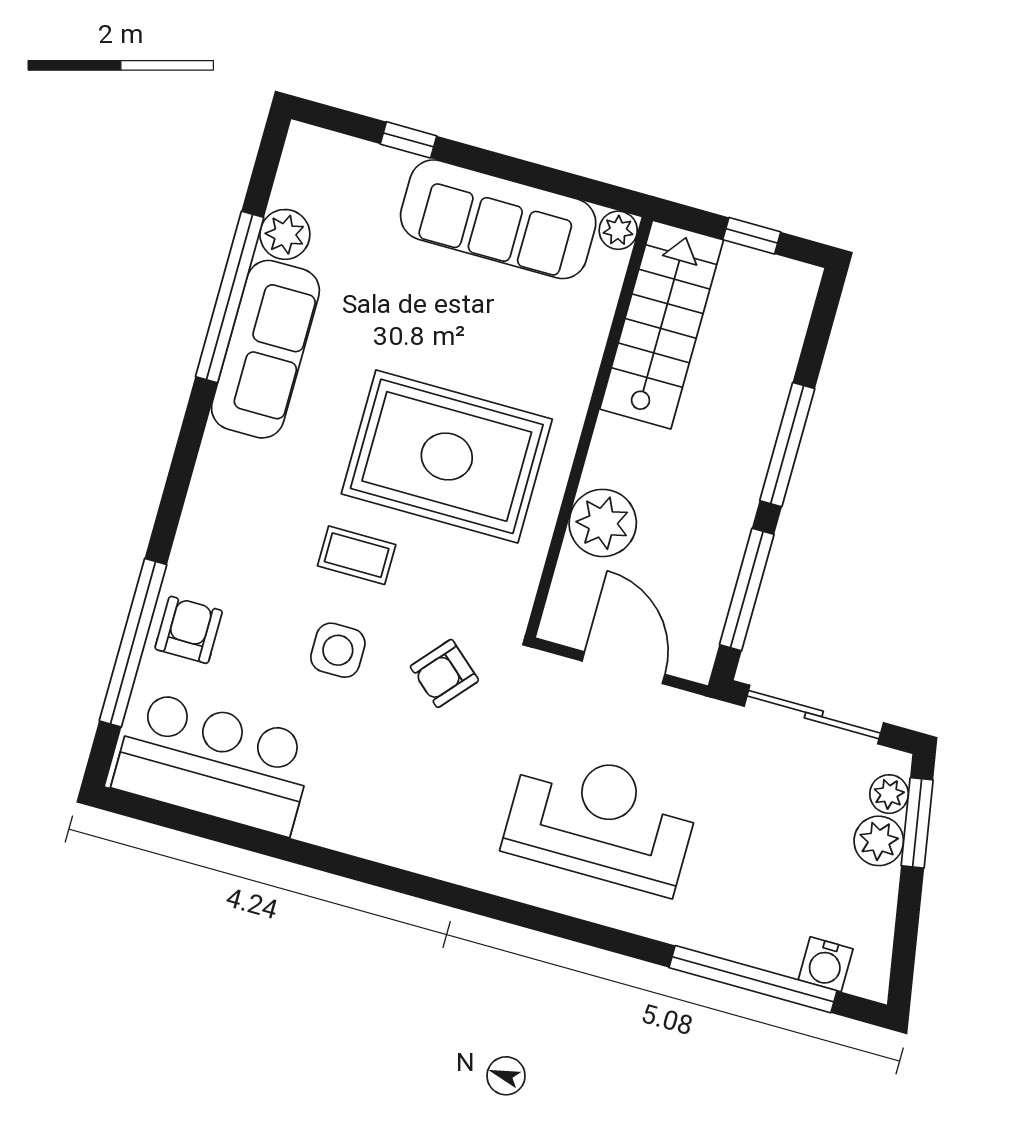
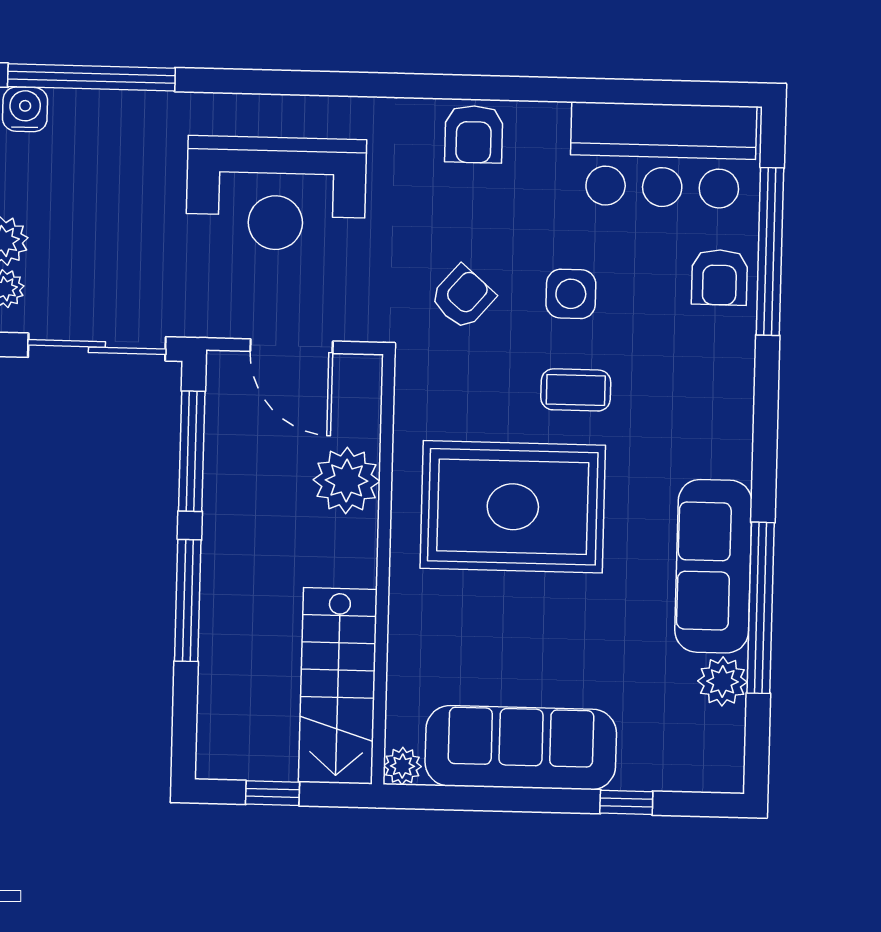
armchair: (394, 830) -> (474, 134), added

